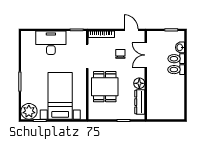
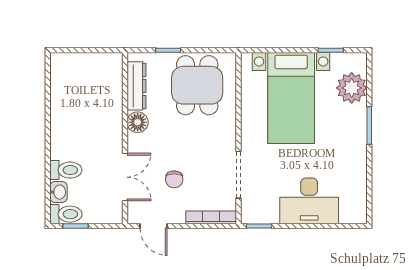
toilet: (176, 70) -> (66, 214), moved
dining table: (105, 87) -> (197, 85), moved
plant: (29, 111) -> (352, 88), moved

